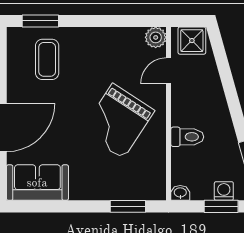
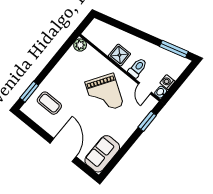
shower: (192, 41) -> (119, 55), moved
door: (169, 71) -> (145, 88), moved
washing machine: (224, 191) -> (167, 82), moved
window: (221, 206) -> (182, 78), removed

